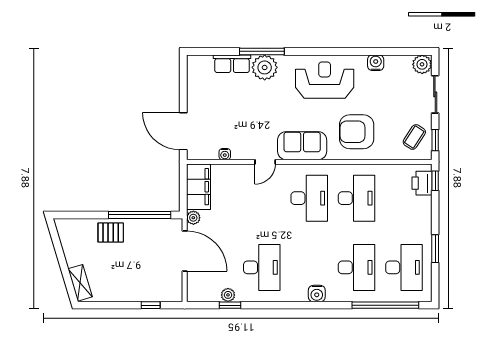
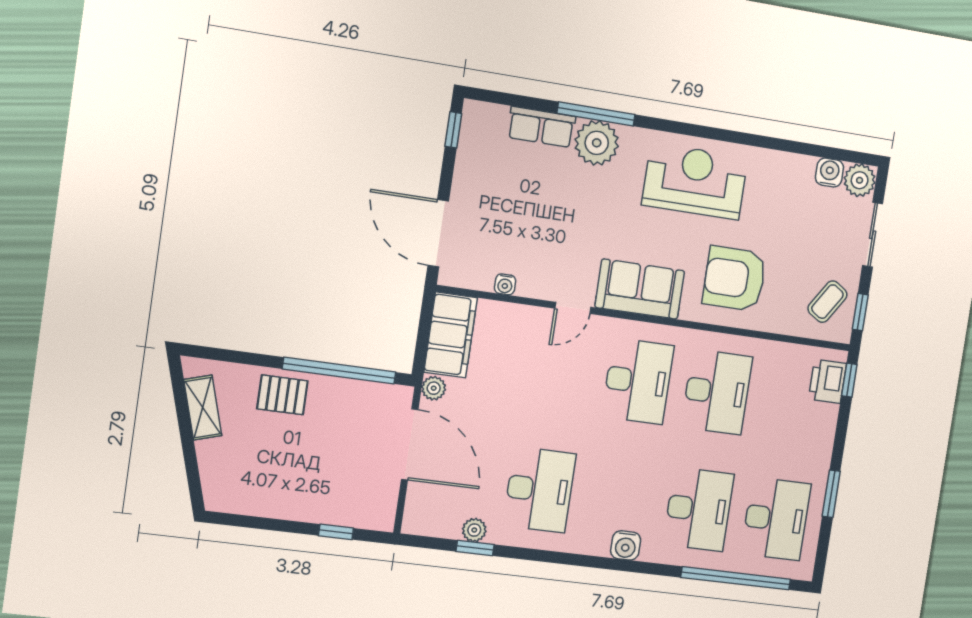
water cooler: (376, 63) -> (829, 173), moved
window: (183, 73) -> (453, 130), added
shelving: (80, 283) -> (203, 408), moved

